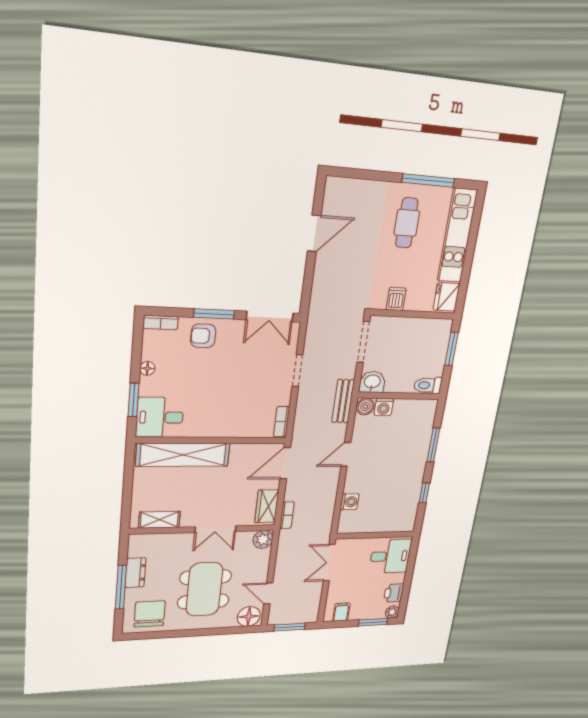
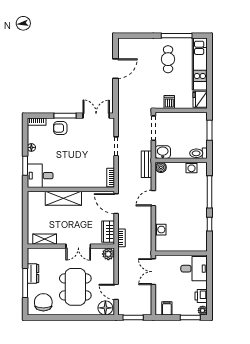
double door: (270, 316) -> (96, 116), swing flipped
washing machine: (384, 407) -> (192, 167), moved
window: (433, 445) -> (210, 192), width x1.44
shelving: (183, 455) -> (63, 198), width x0.68
door: (285, 463) -> (116, 204), hinge flipped

